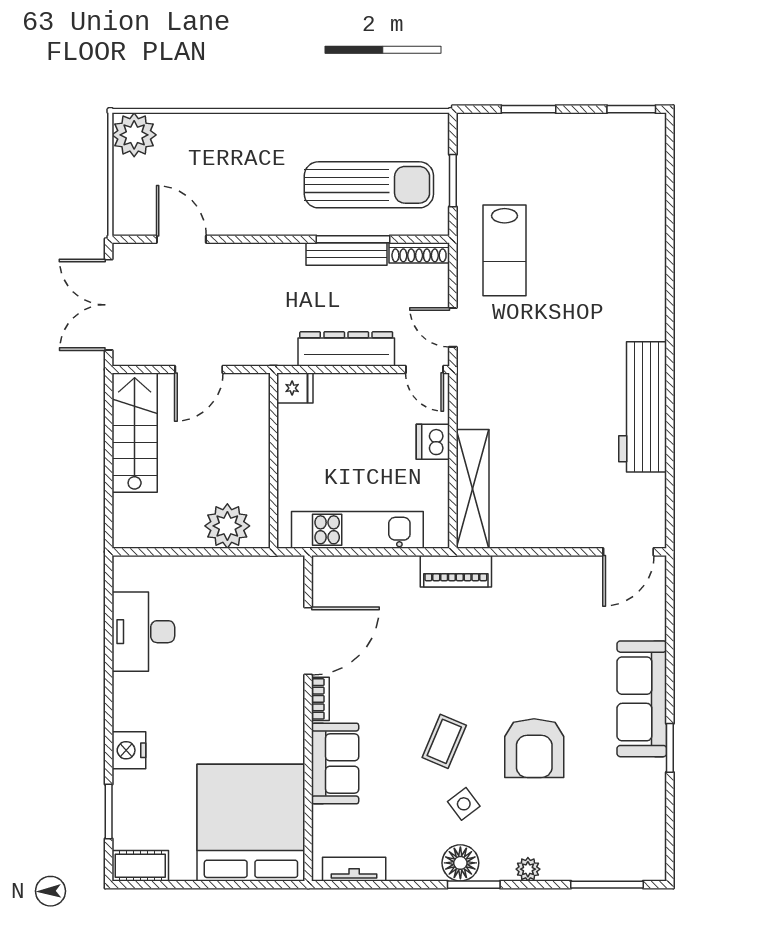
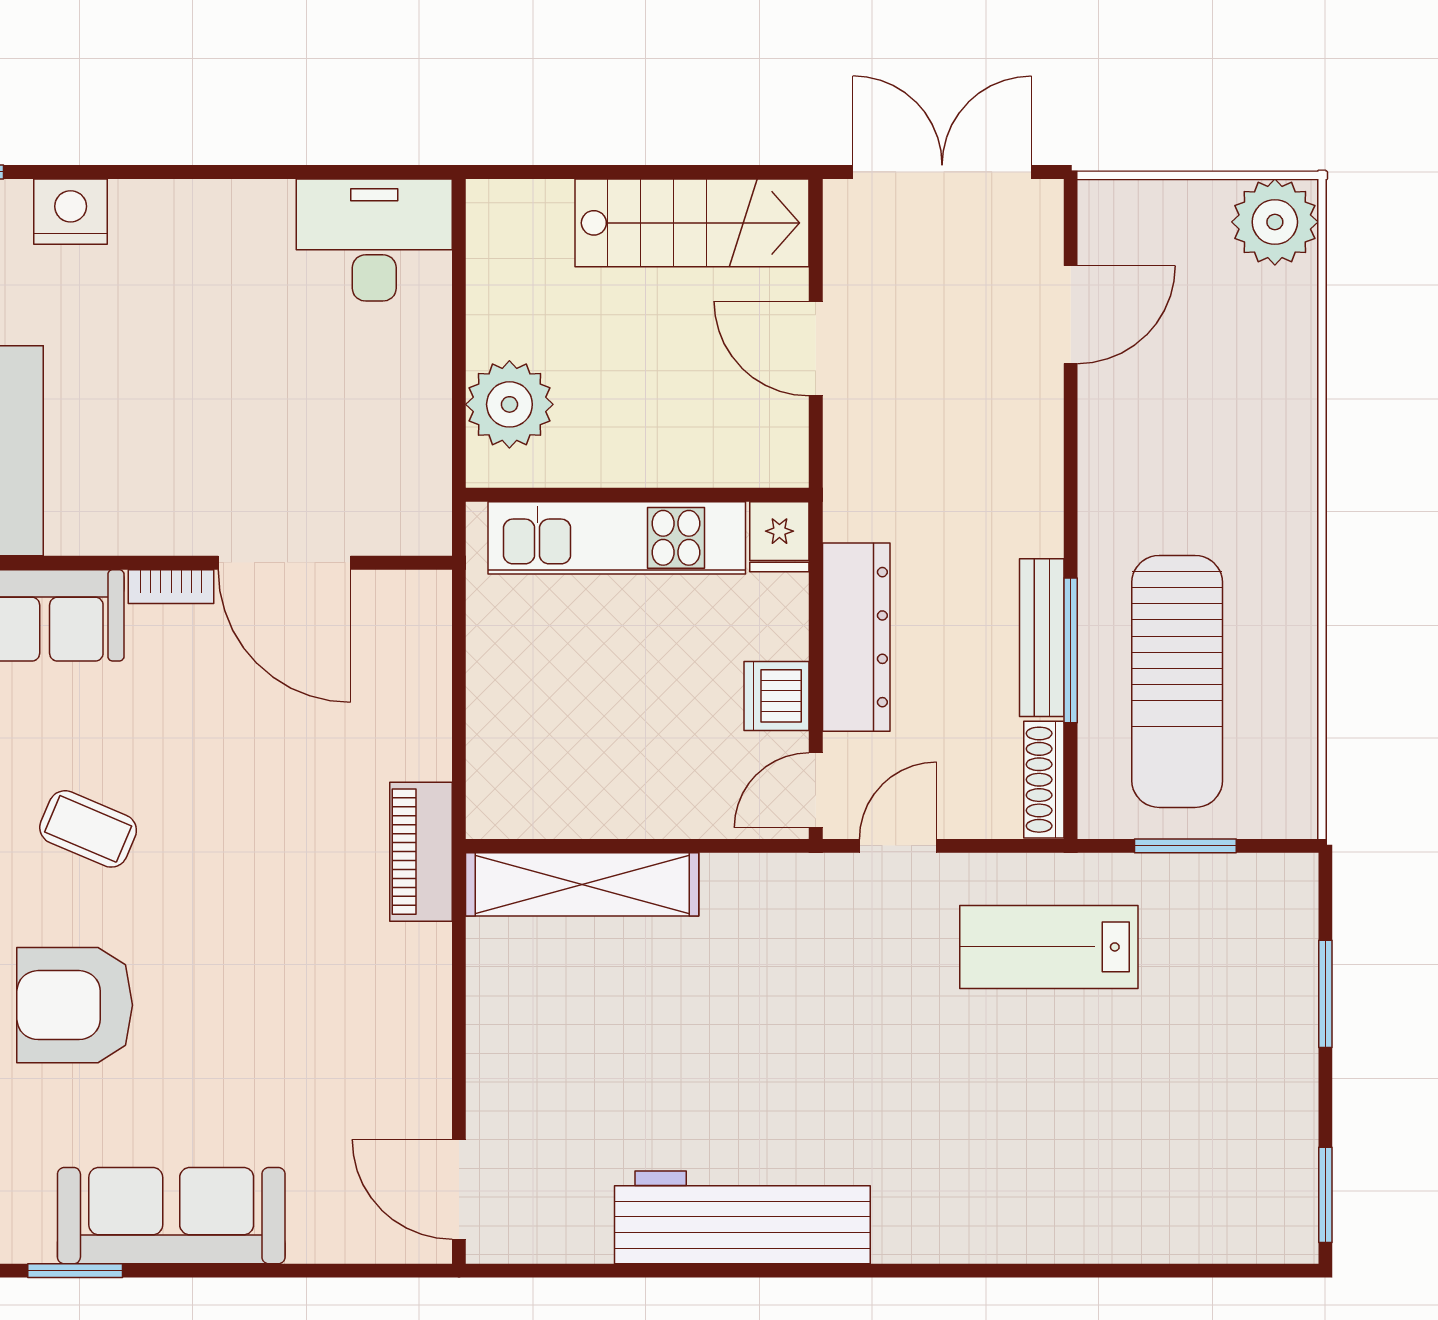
dishwasher: (433, 442) -> (777, 696), moved, turned -90
kitchen unit: (357, 530) -> (617, 538), moved, turned 90
desk: (143, 632) -> (374, 240), moved

